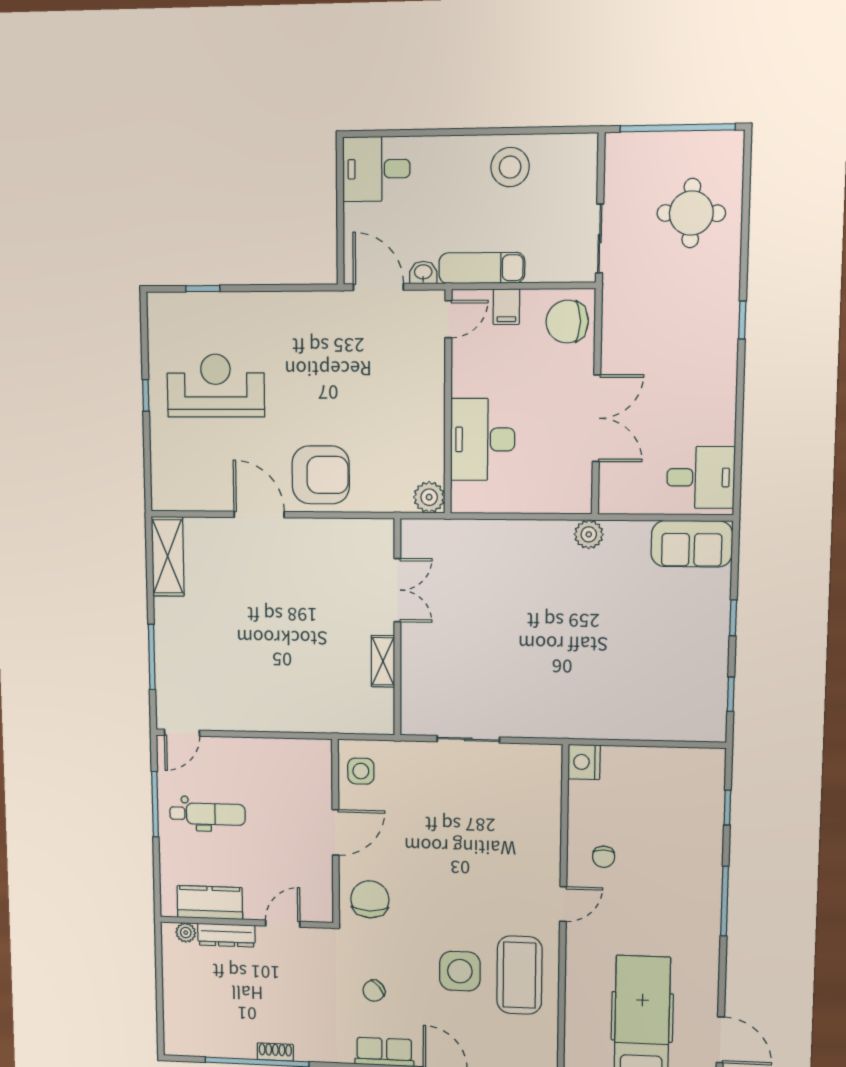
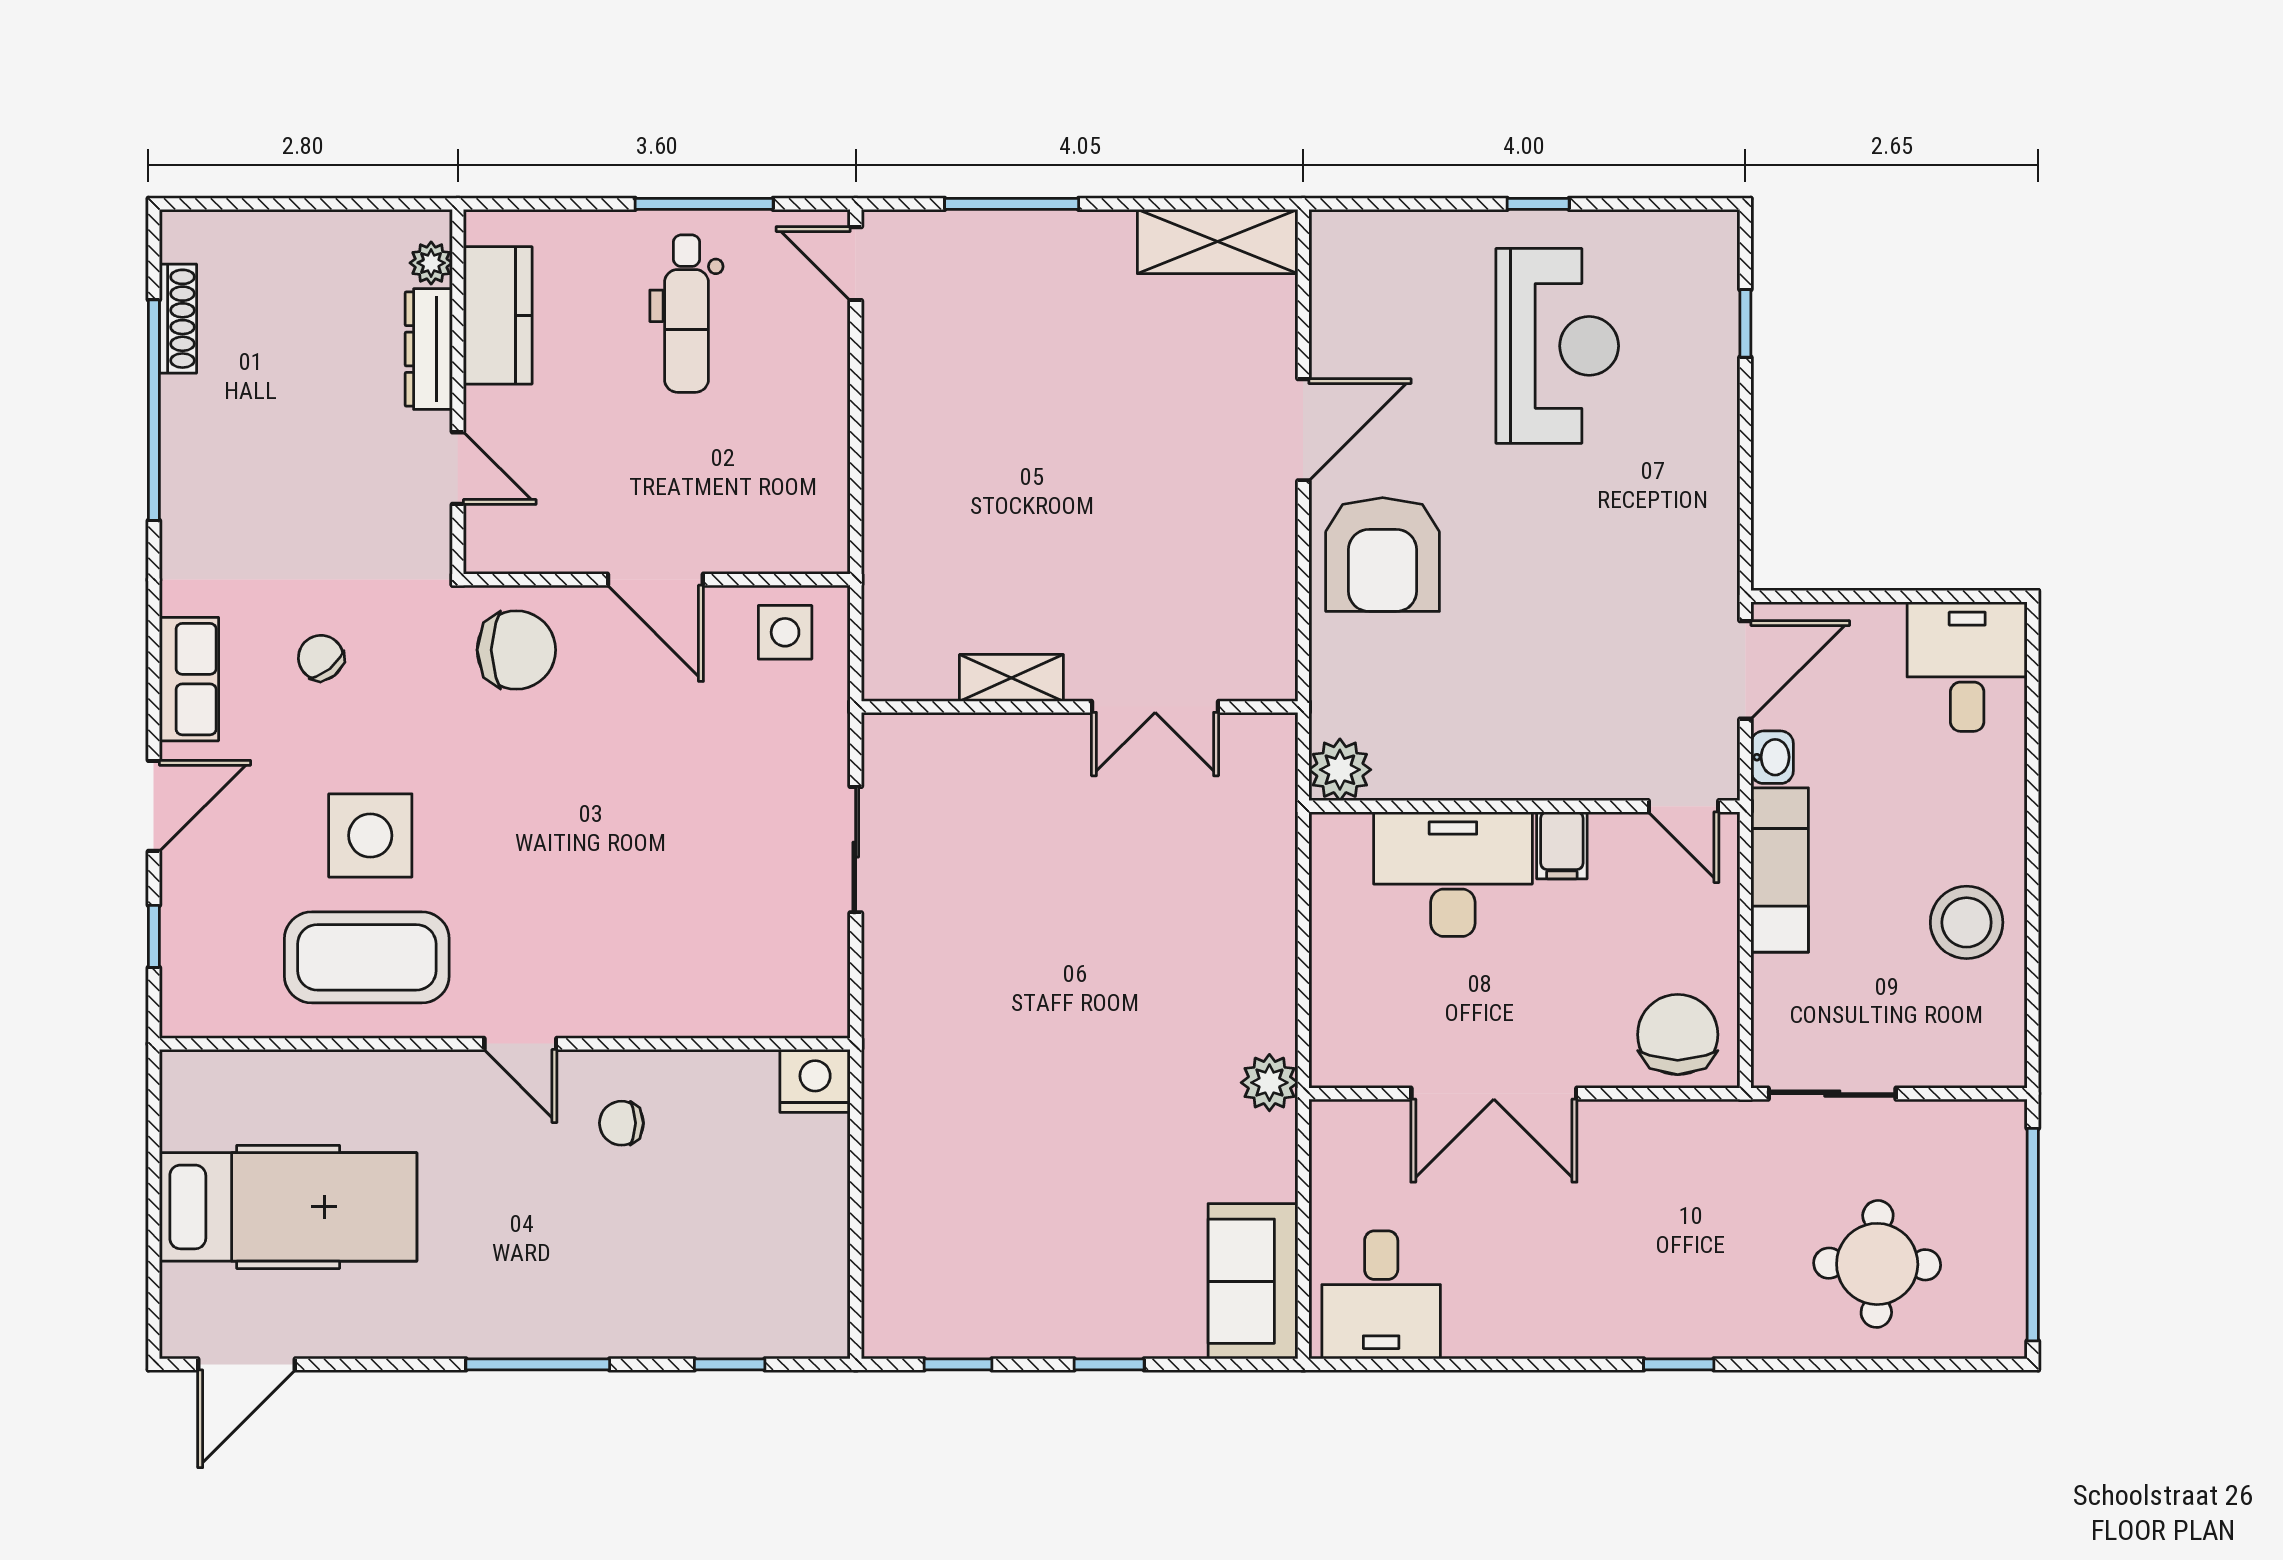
filing cabinet: (506, 307) -> (1562, 845), moved, turned -90
shoe rack: (275, 1052) -> (178, 319), moved, width x1.43

